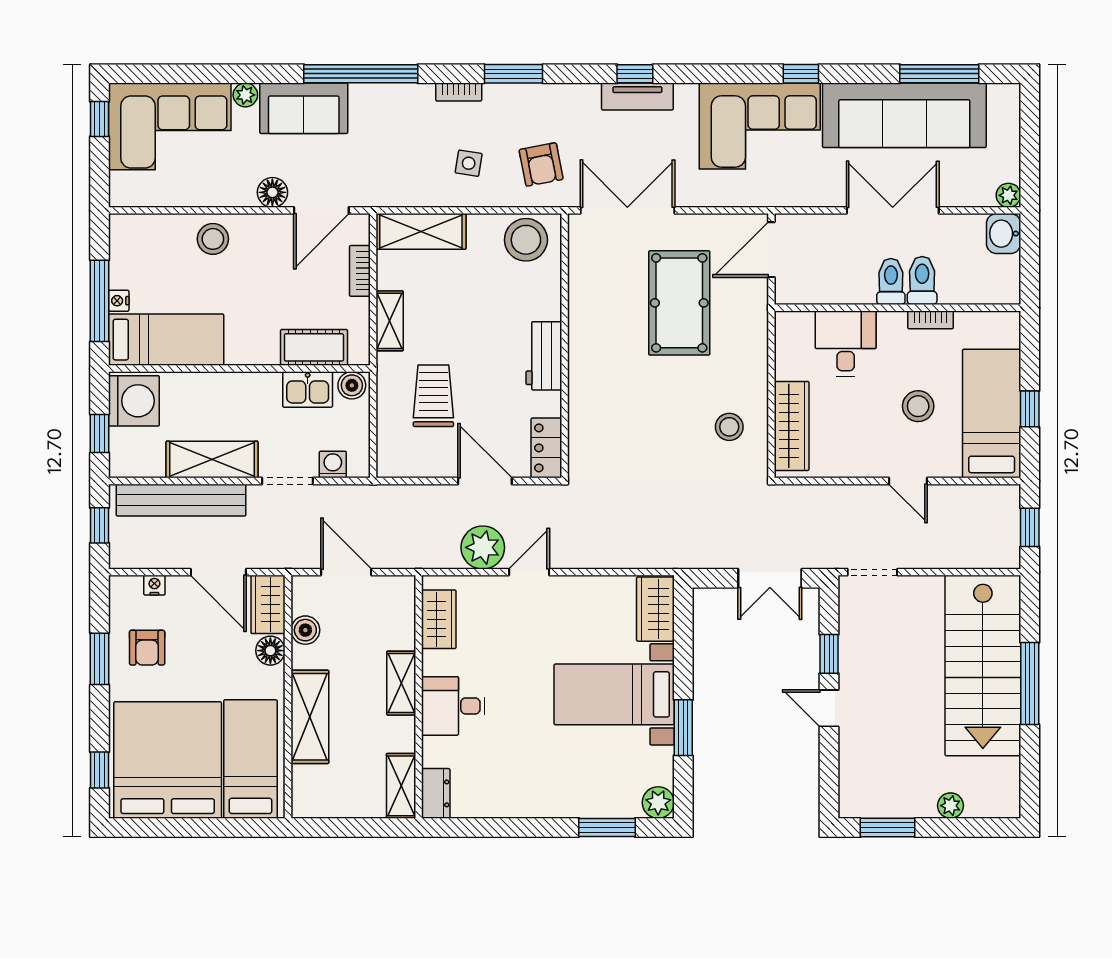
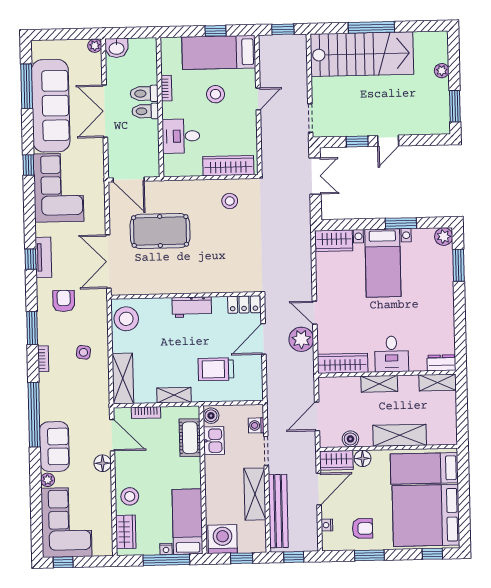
armchair: (541, 164) -> (64, 301), moved, turned -79
wardrobe: (151, 231) -> (126, 532), added
wardrobe: (439, 619) -> (343, 363), width x1.50

